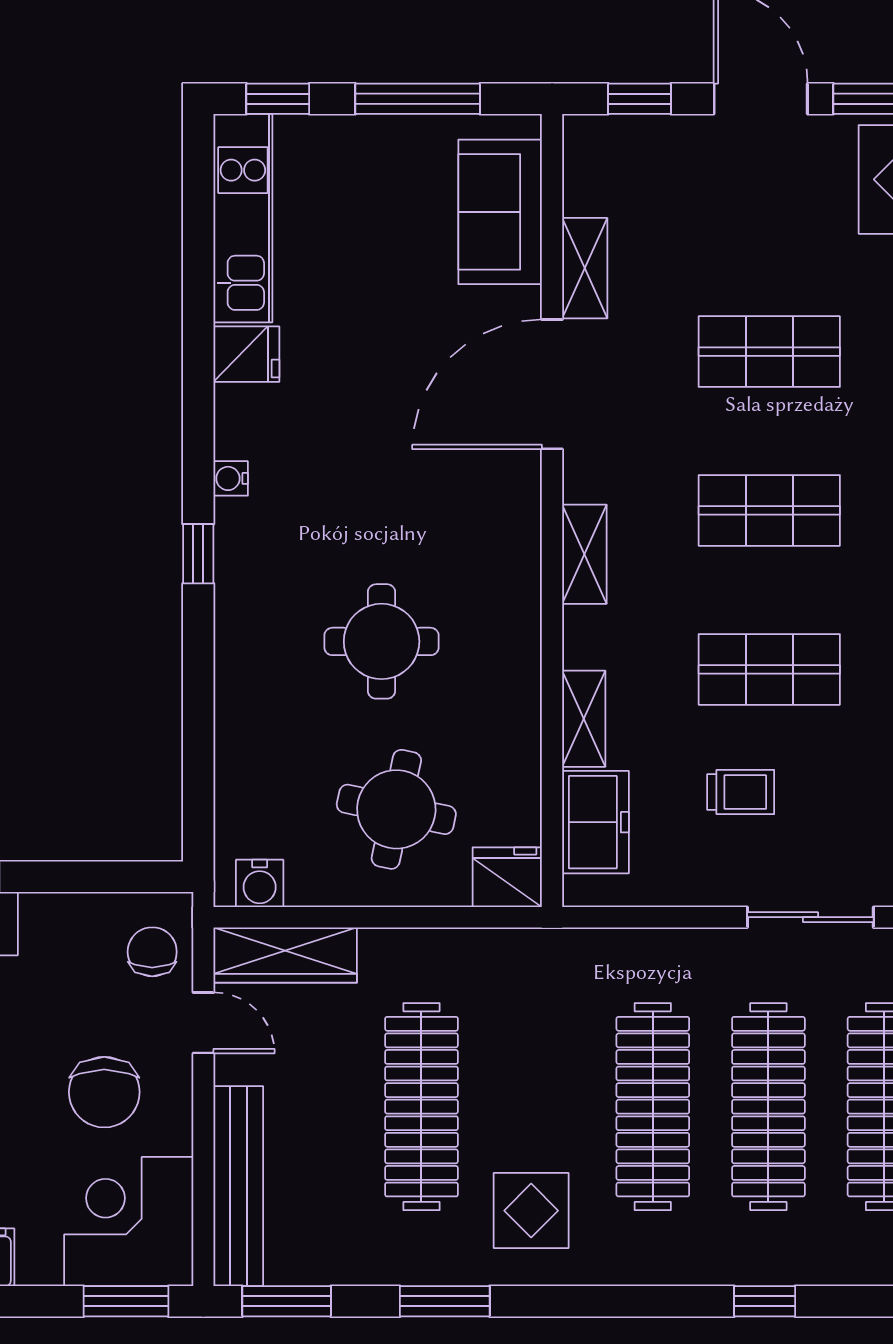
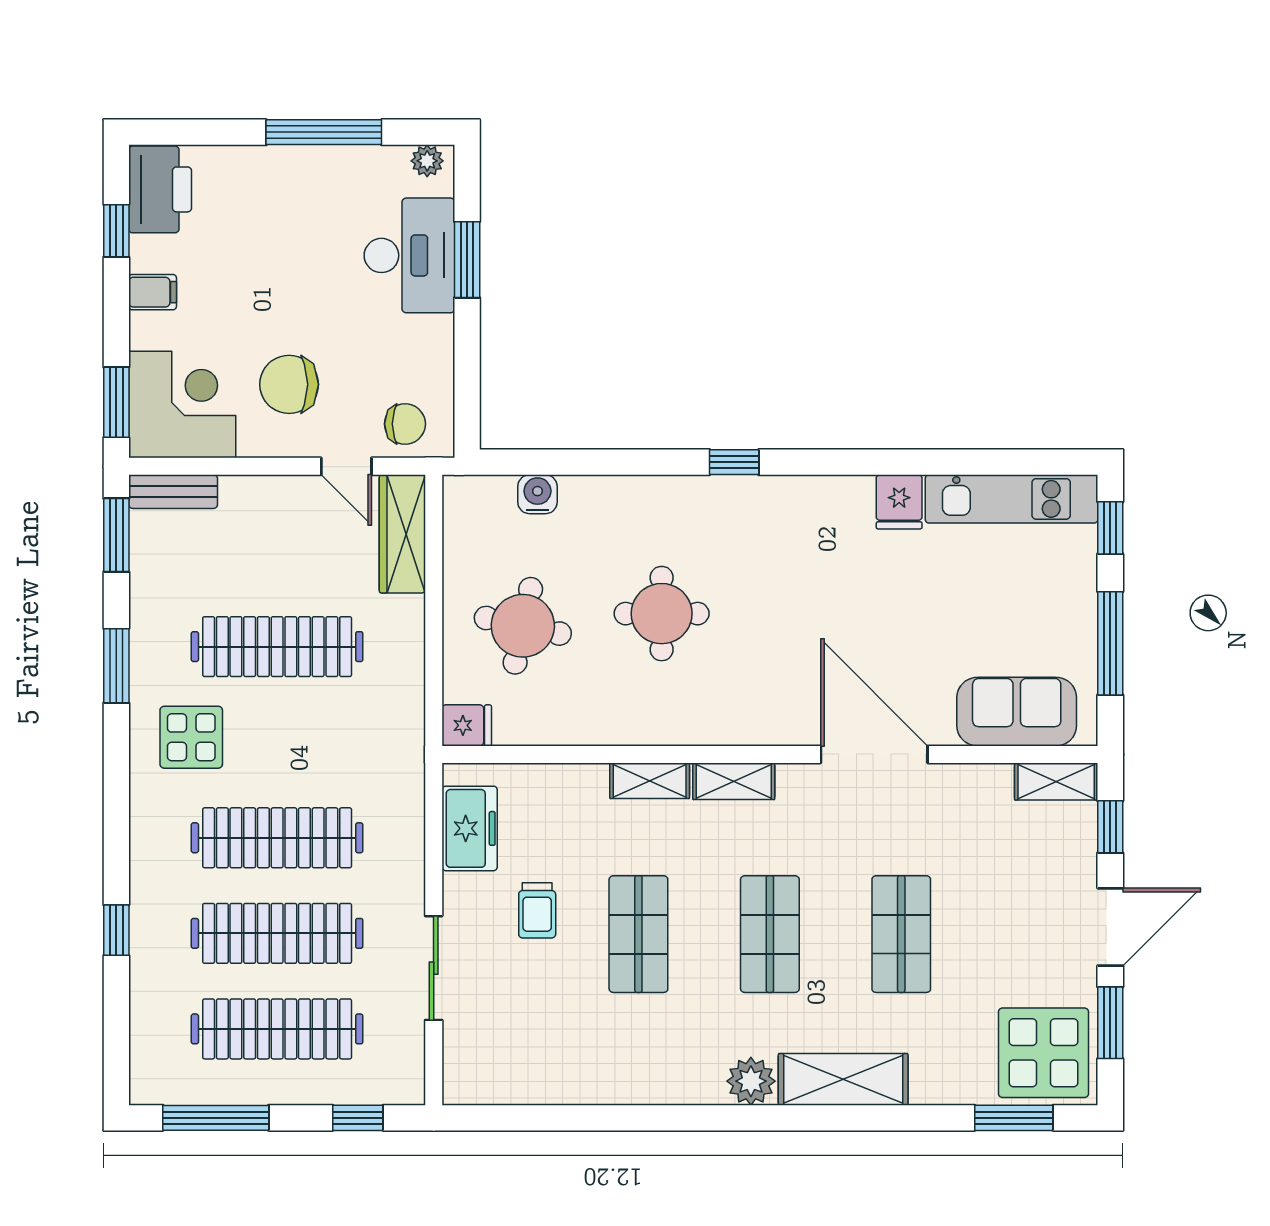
shelving: (585, 268) -> (1056, 782), moved
water cooler: (231, 478) -> (796, 489), removed
shelving: (584, 719) -> (650, 781), moved
freezer: (595, 822) -> (470, 828), moved, turned -90
fridge: (507, 877) -> (467, 725), width x0.72
water cooler: (260, 883) -> (537, 494), moved, turned 90
door: (203, 1023) -> (346, 466), hinge flipped
bench: (238, 1186) -> (173, 492), width x0.54, depth x0.82

